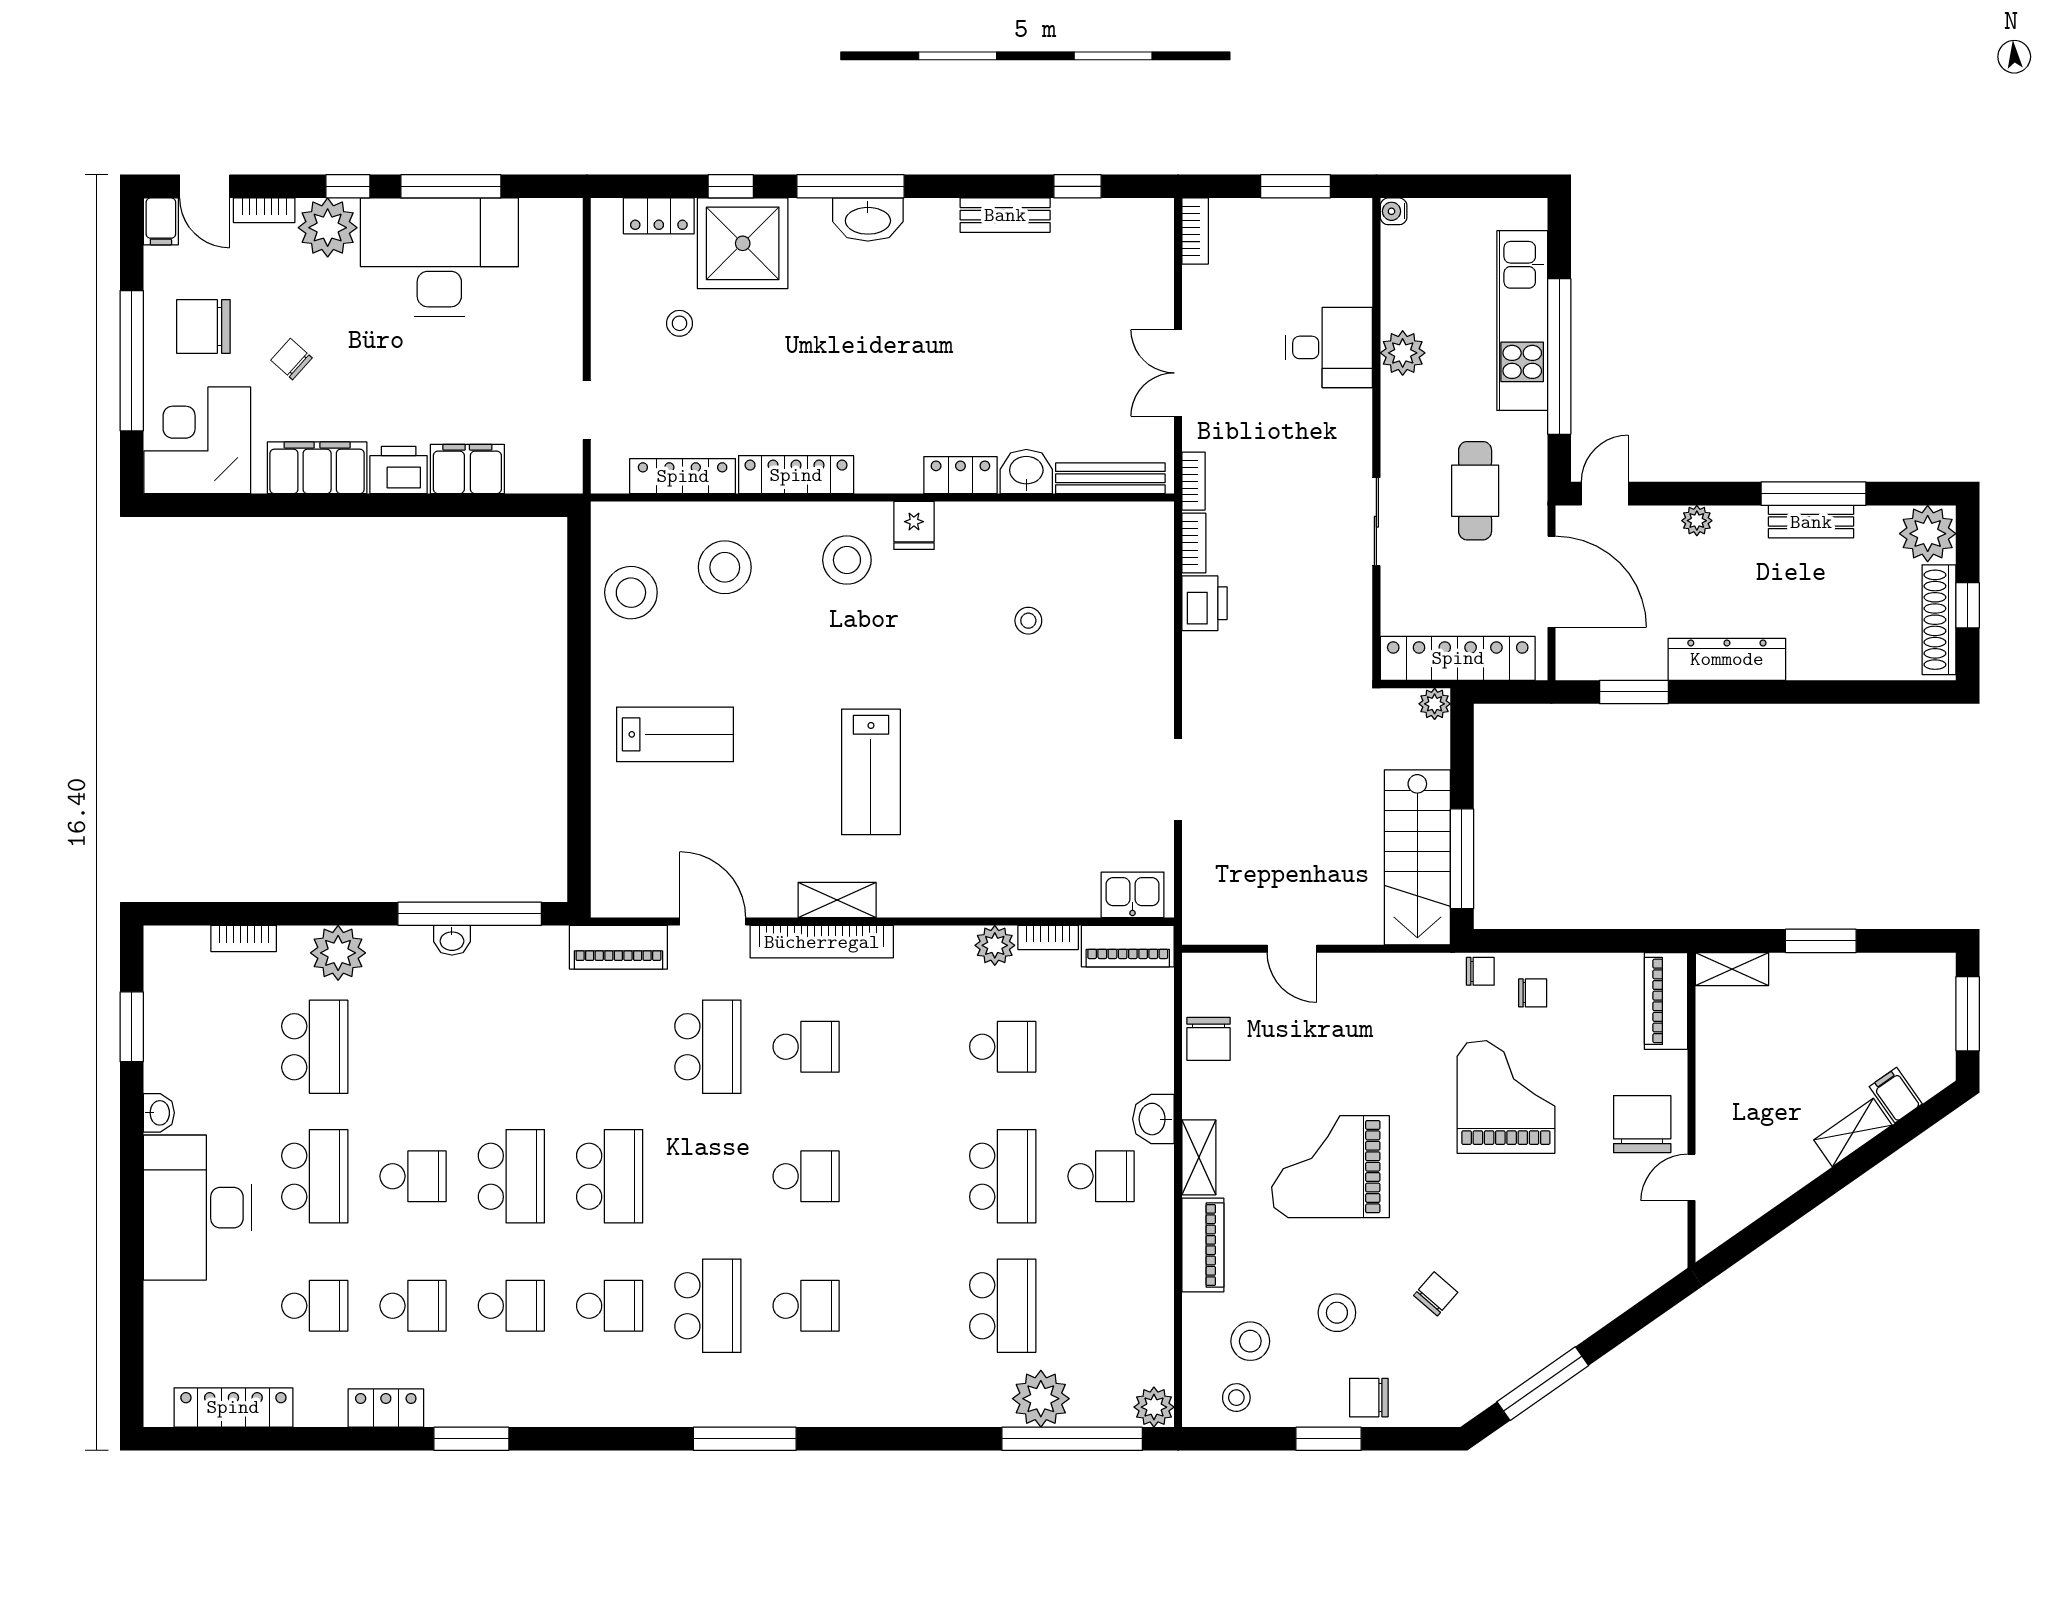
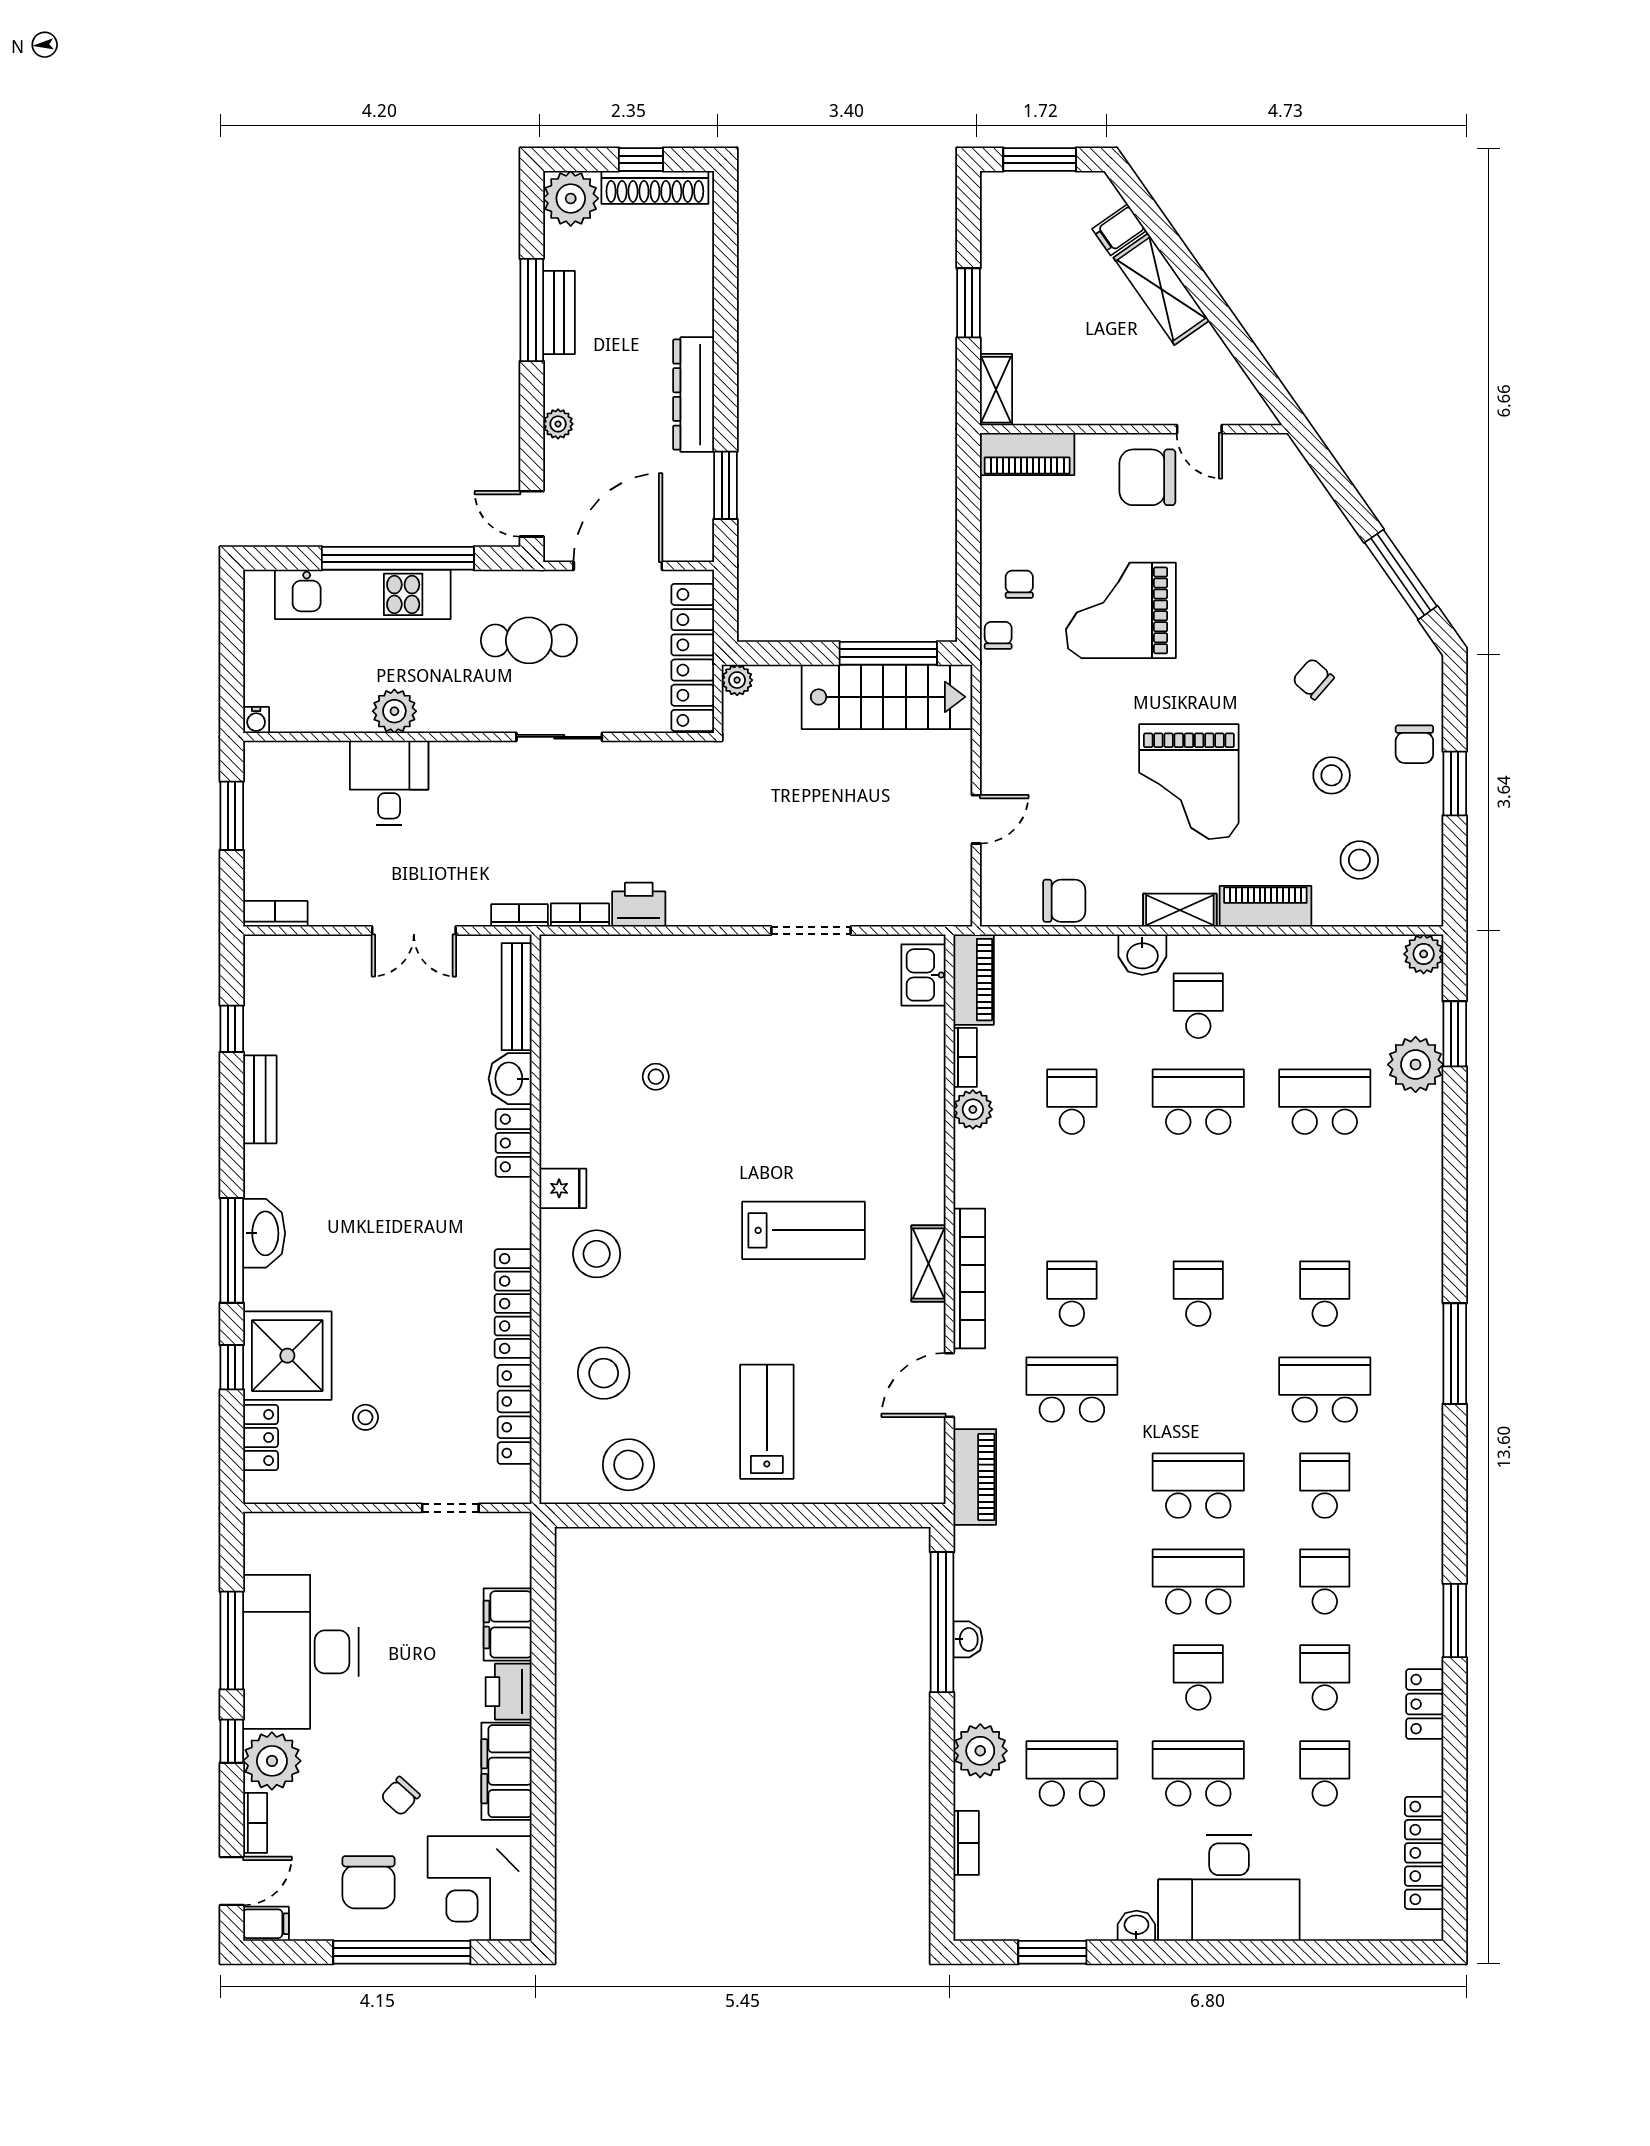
shelving: (1853, 1132) -> (1161, 289), width x1.50, depth x1.33
stool: (1236, 1398) -> (1414, 874), removed
window: (1072, 1439) -> (1455, 1034), width x0.47

